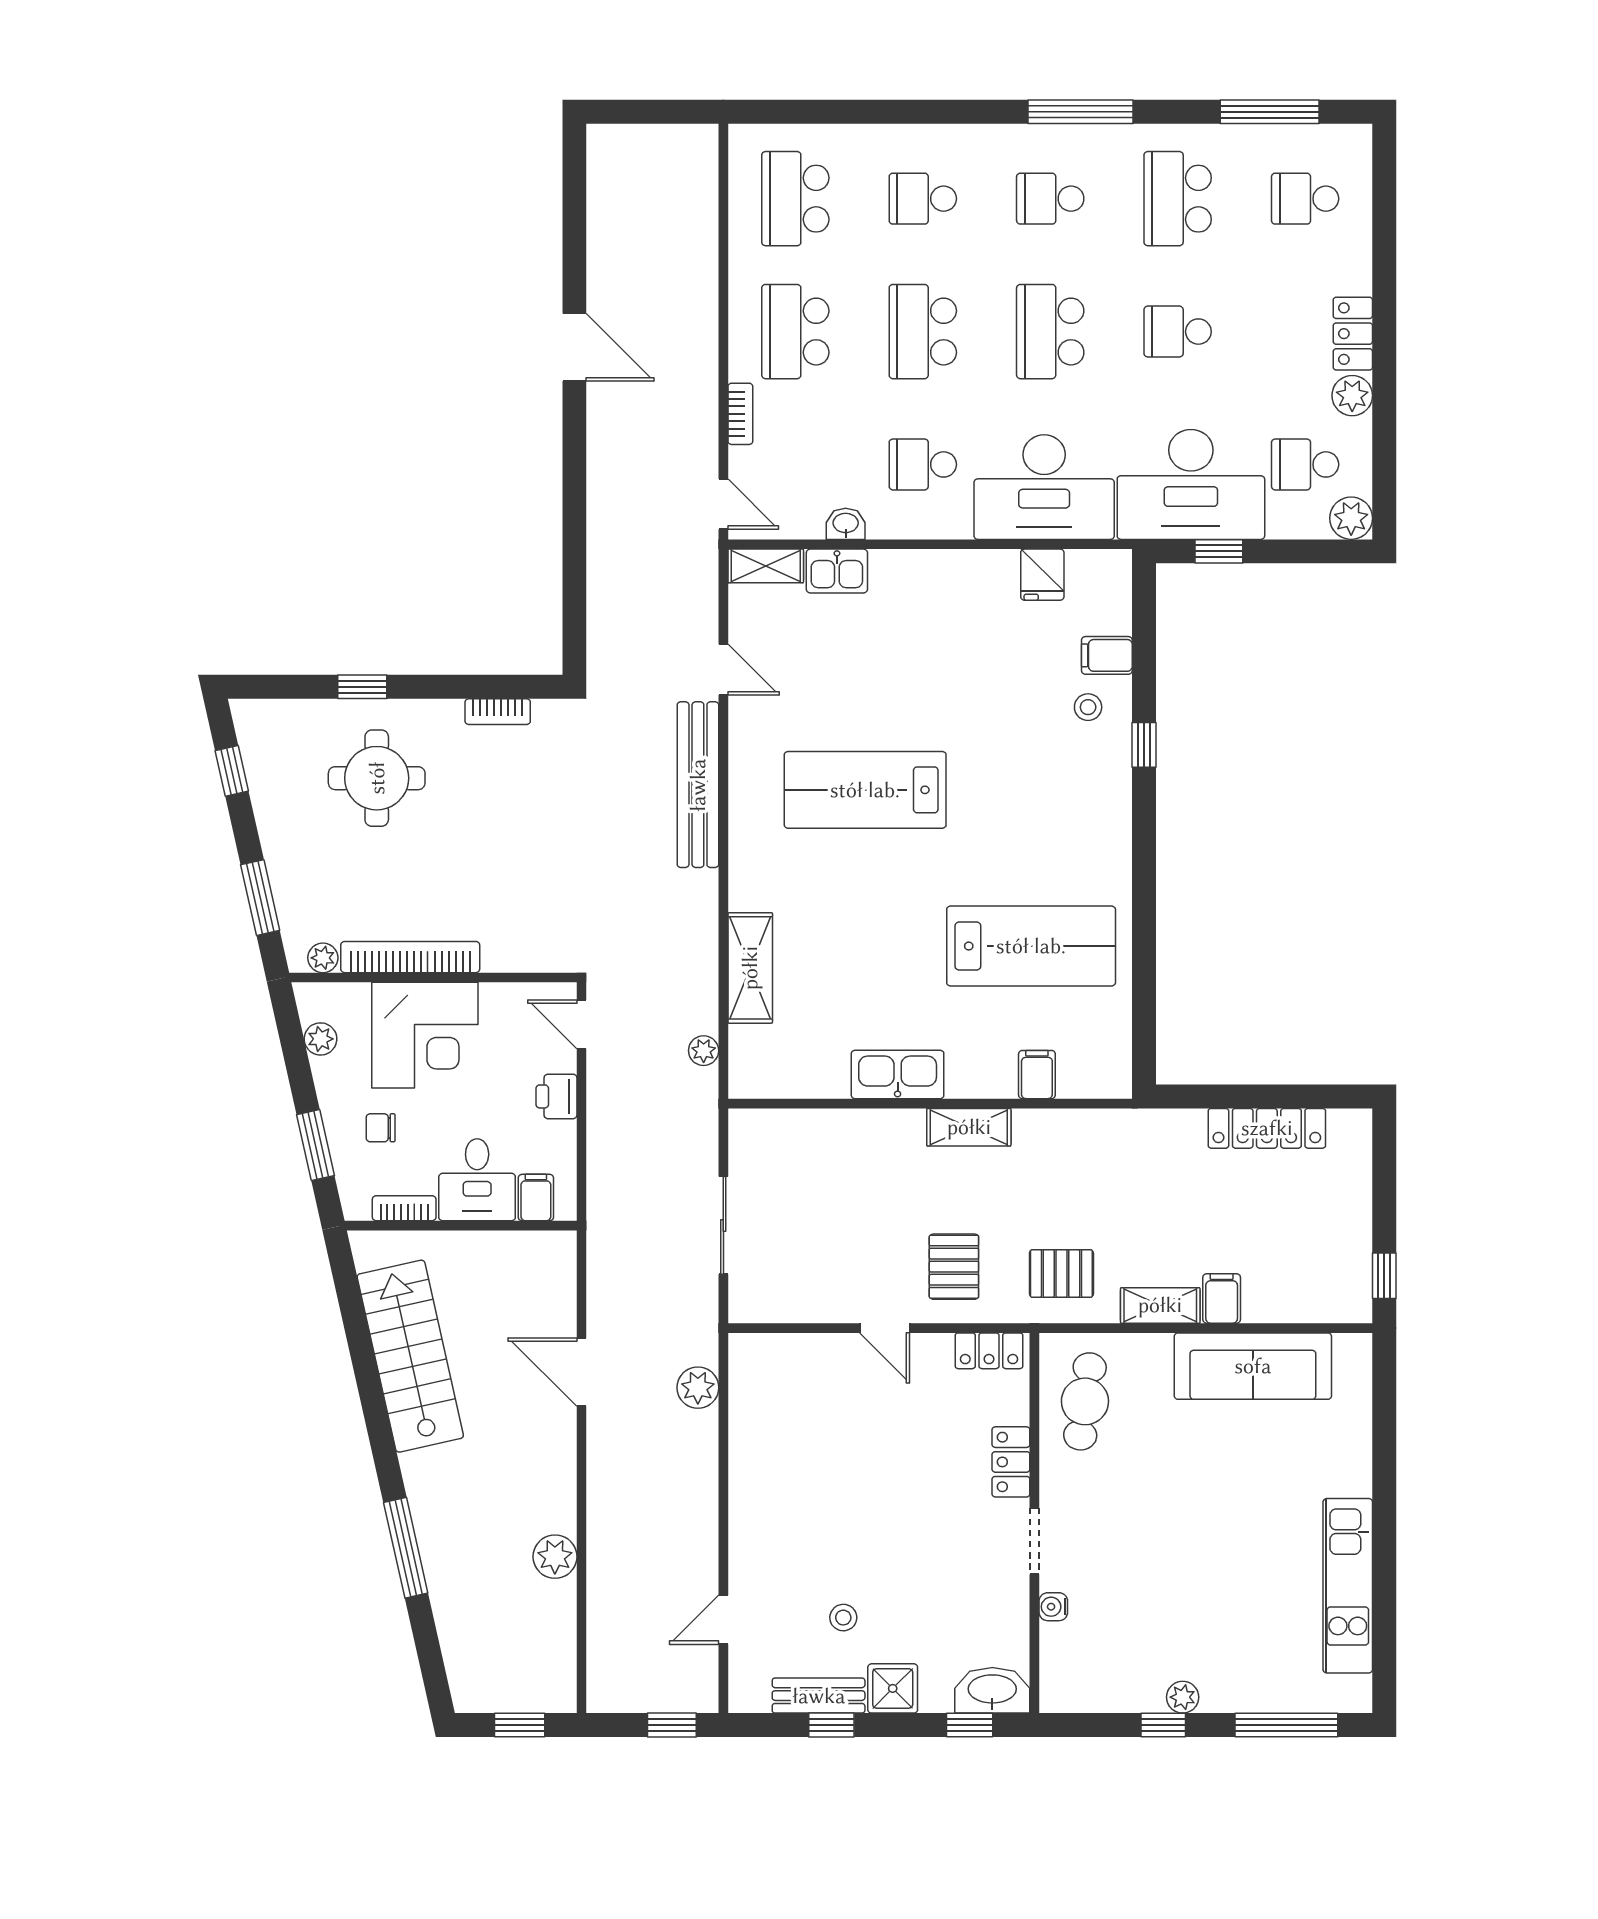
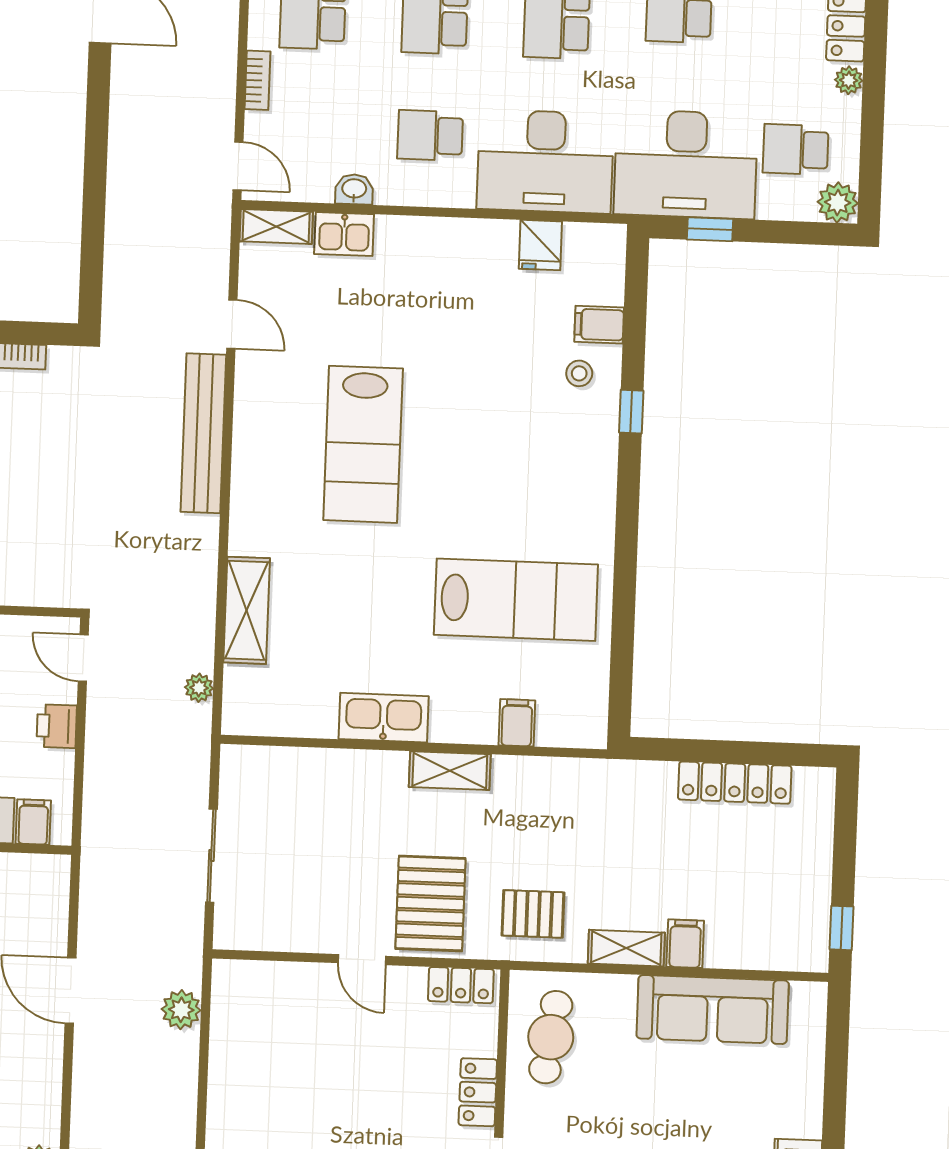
plant: (1352, 396) -> (849, 80), width x0.73, depth x0.73
lab bench: (865, 790) -> (363, 444), turned -90
pallet: (954, 1267) -> (430, 903), width x1.50, depth x1.42

